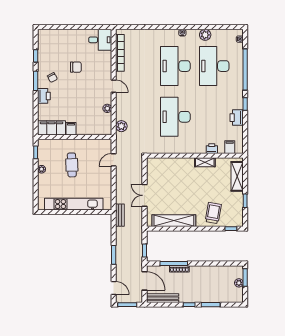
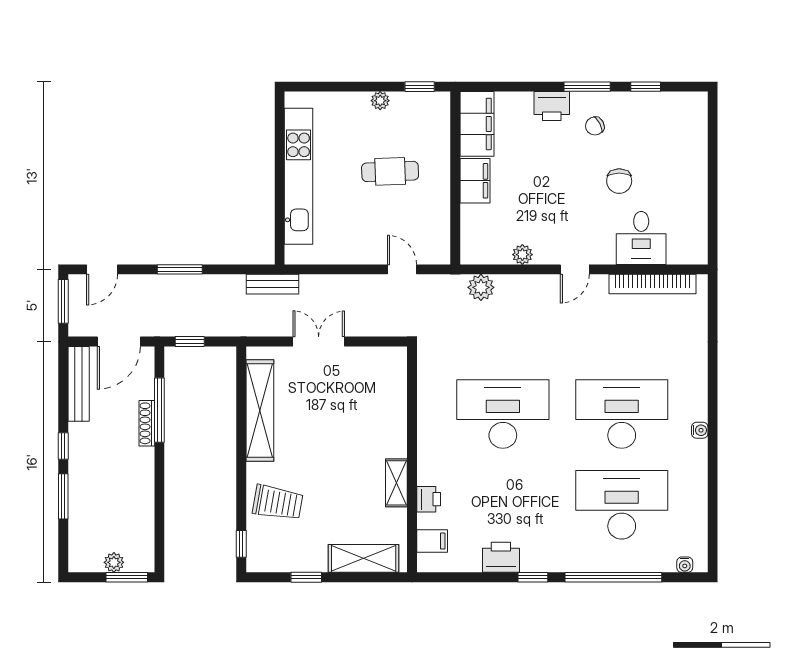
plant: (205, 35) -> (695, 484), removed
desk: (100, 40) -> (641, 238), moved
filing cabinet: (71, 129) -> (475, 181), width x2.00

